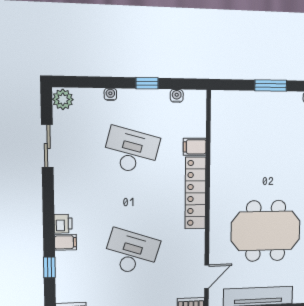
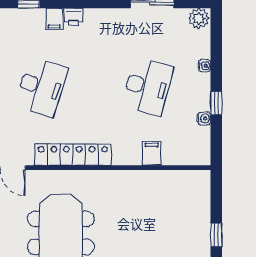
window: (271, 86) -> (216, 235), width x0.67
water cooler: (177, 96) -> (204, 118), moved
locker: (195, 193) -> (73, 155), moved

